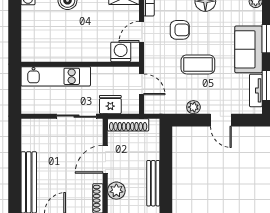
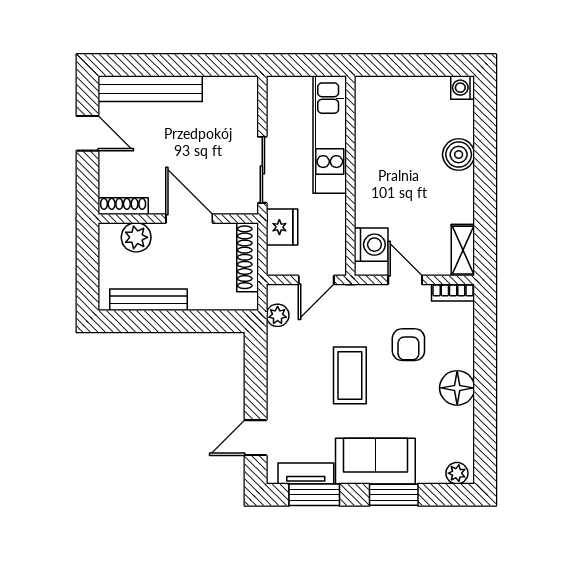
plant: (193, 107) -> (278, 315), moved
door: (221, 120) -> (256, 438), moved

